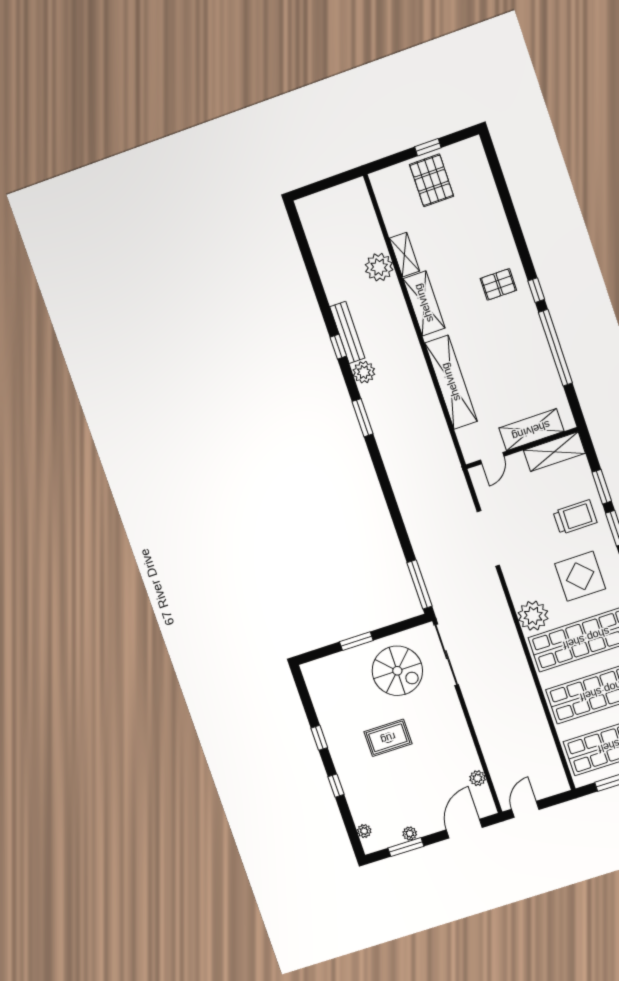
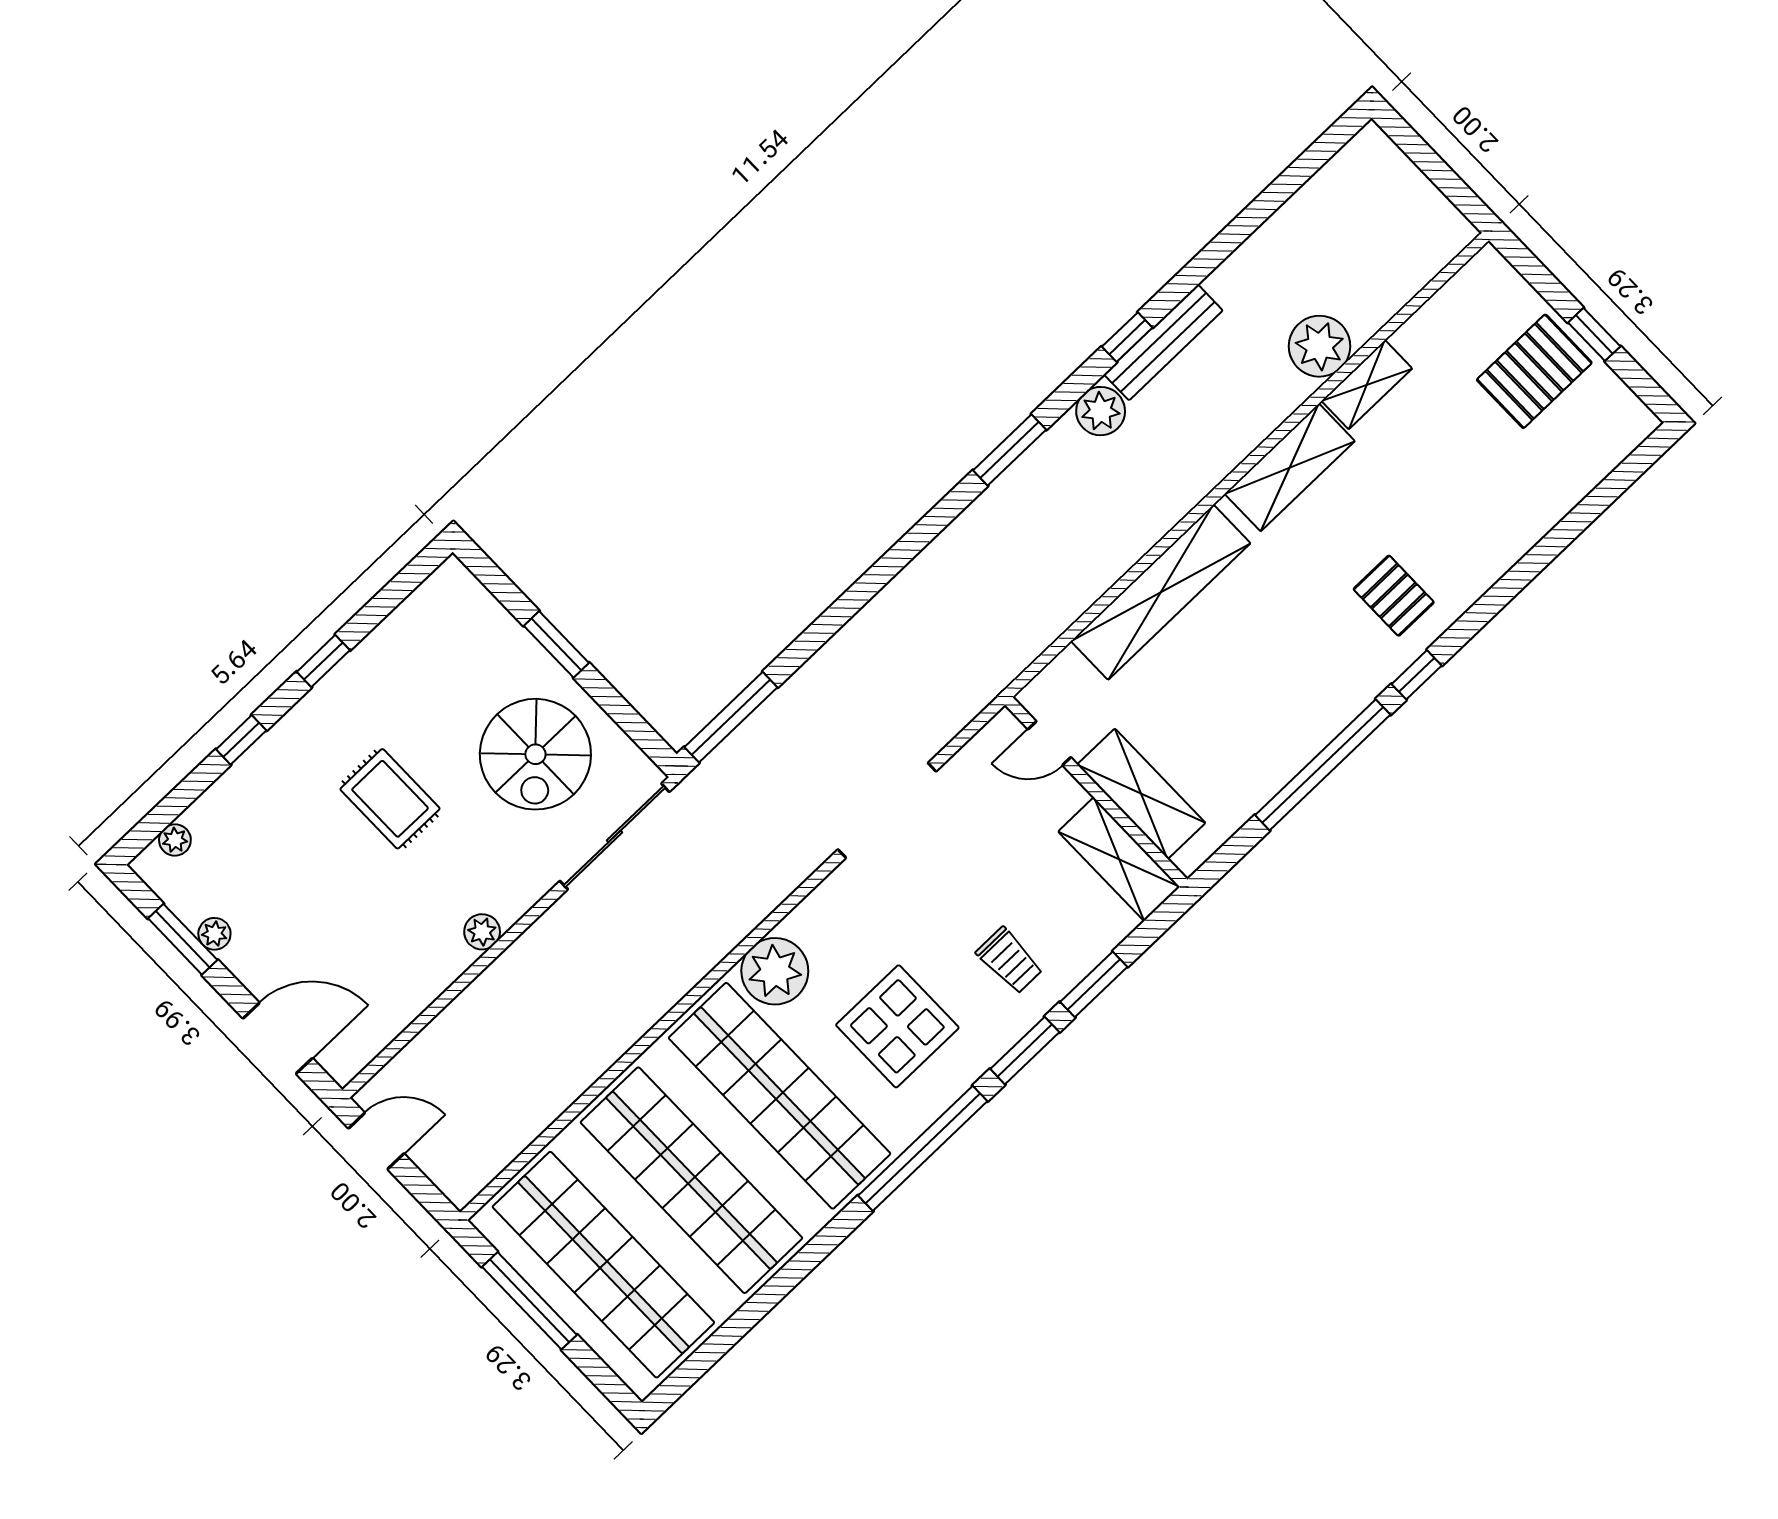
trolley: (575, 517) -> (1010, 961), width x0.73, depth x0.72
plant: (478, 778) -> (482, 932), moved

